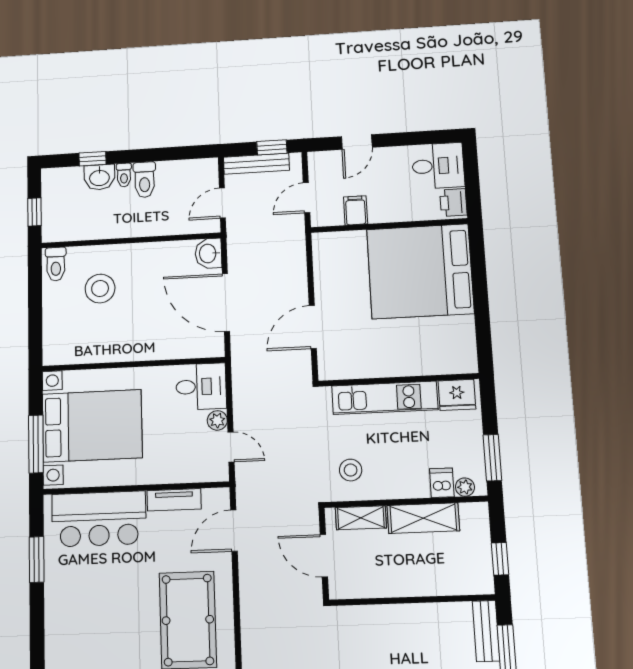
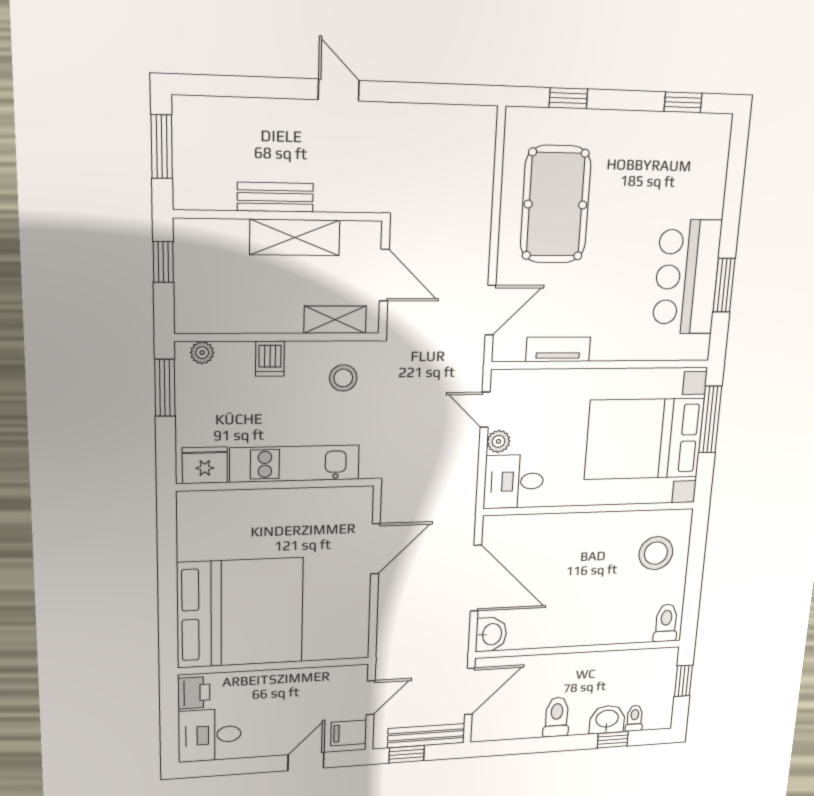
toilet: (124, 175) -> (634, 718), moved
door: (222, 203) -> (470, 691), width x1.38
filing cabinet: (356, 210) -> (349, 733), moved, turned 90
stool: (100, 289) -> (656, 553), moved
dishwasher: (442, 483) -> (270, 359), moved
shelving: (423, 518) -> (295, 237), moved
bar counter: (99, 519) -> (687, 277), moved, turned -90
bench: (486, 631) -> (275, 197), moved, turned 90

